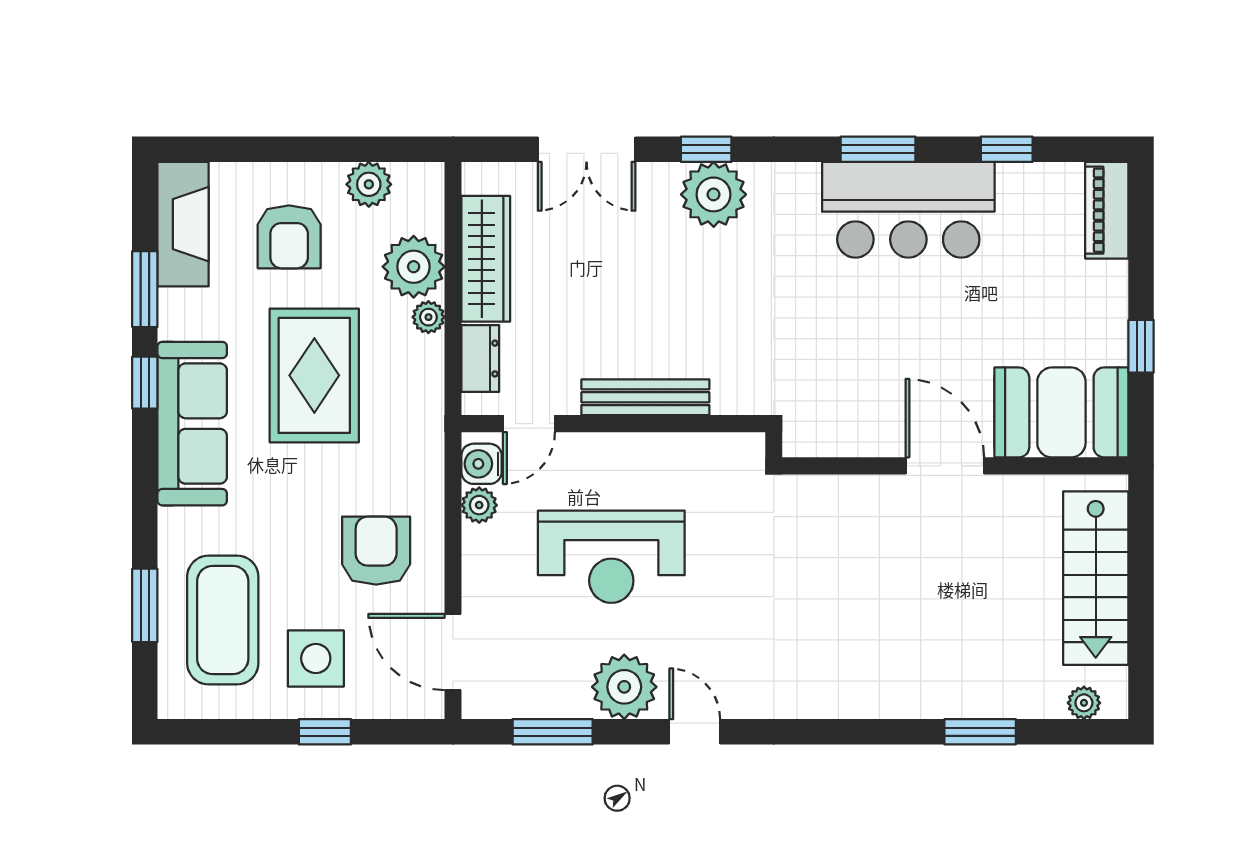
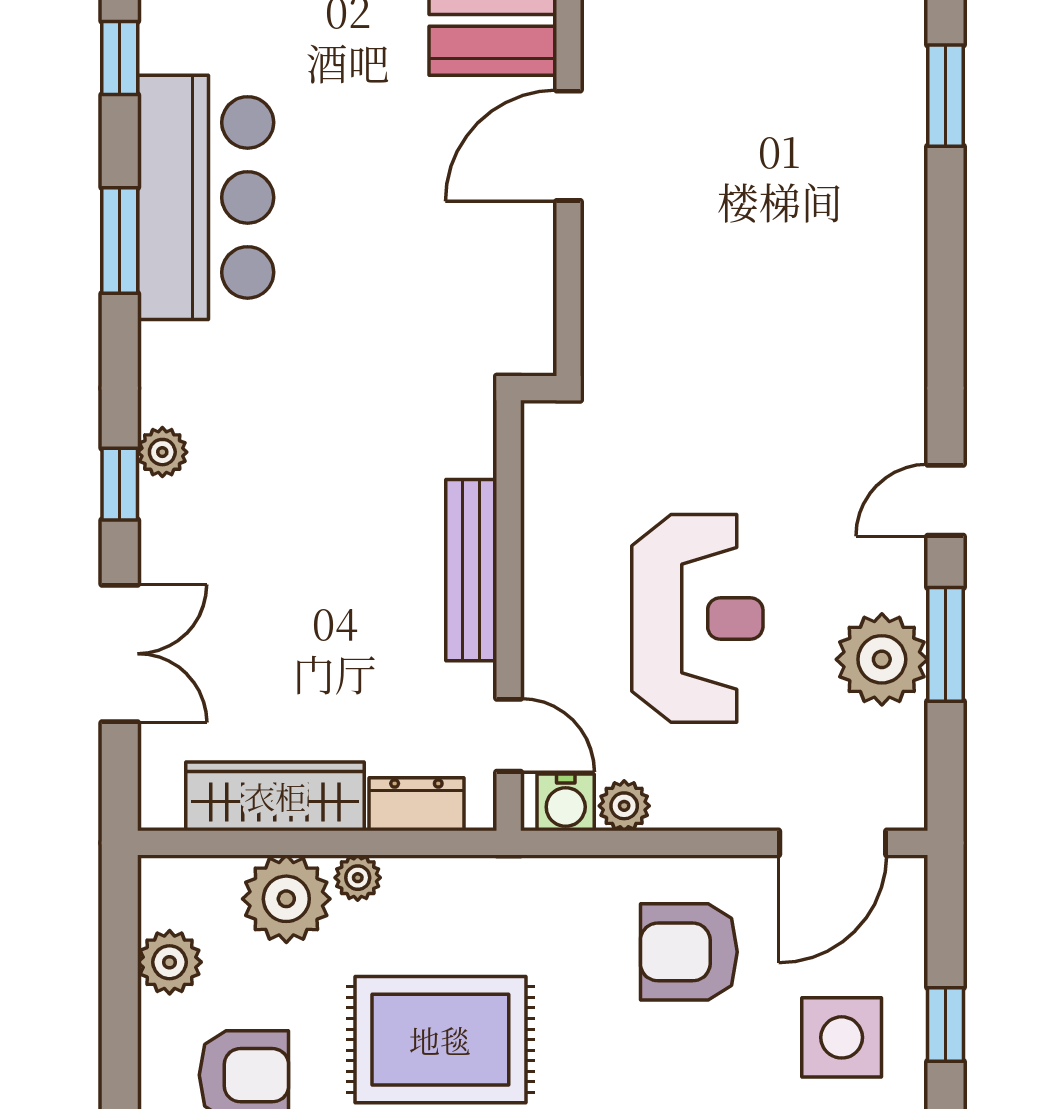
plant: (714, 194) -> (162, 452), width x0.53, depth x0.53
plant: (624, 687) -> (882, 659), moved
window: (553, 732) -> (945, 644), moved

